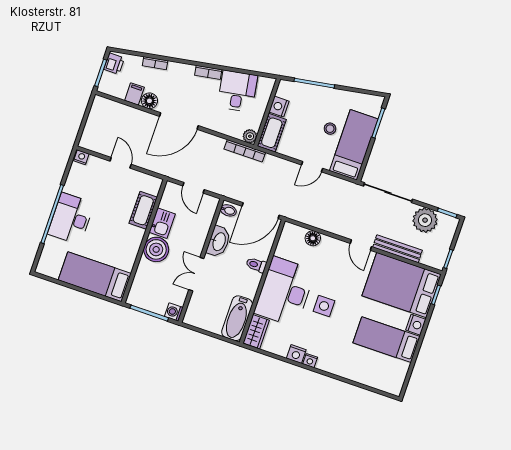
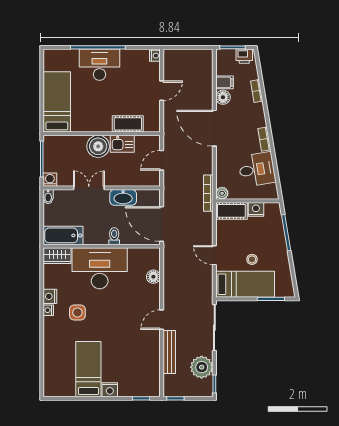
bidet: (228, 210) -> (48, 197), moved
bed: (402, 285) -> (139, 366), removed
side table: (324, 306) -> (77, 312), moved

